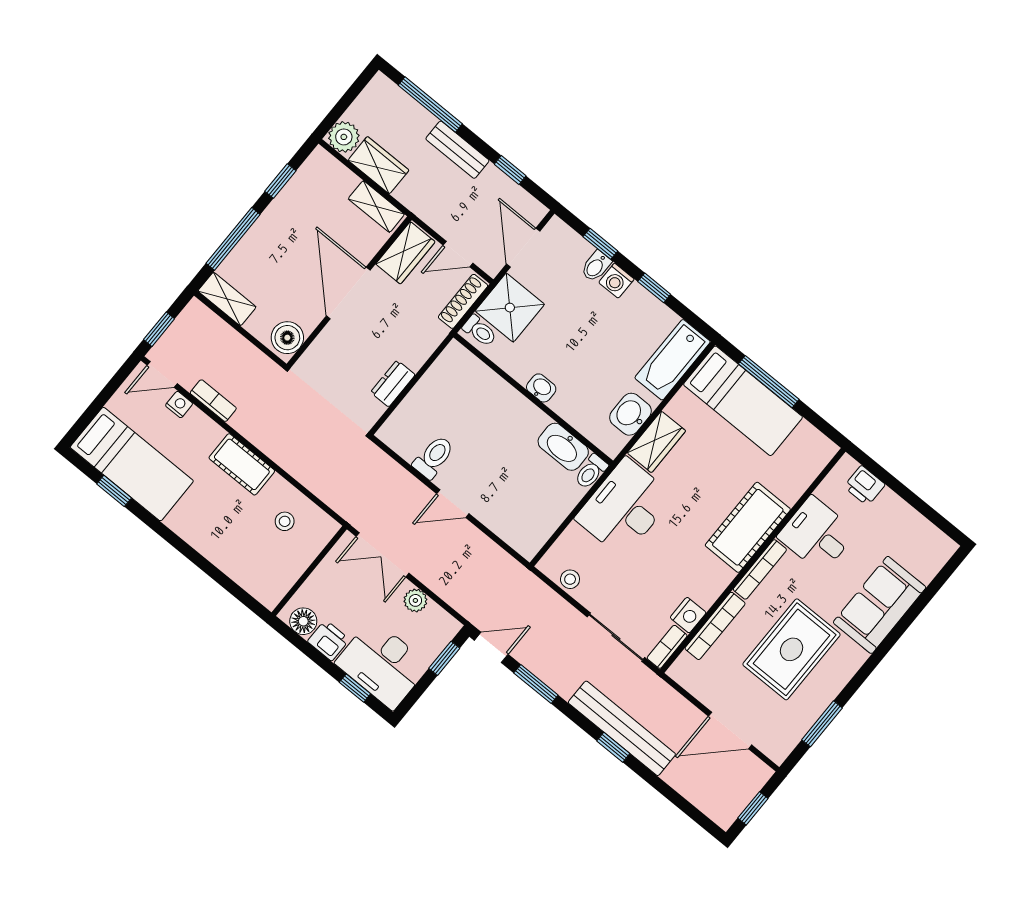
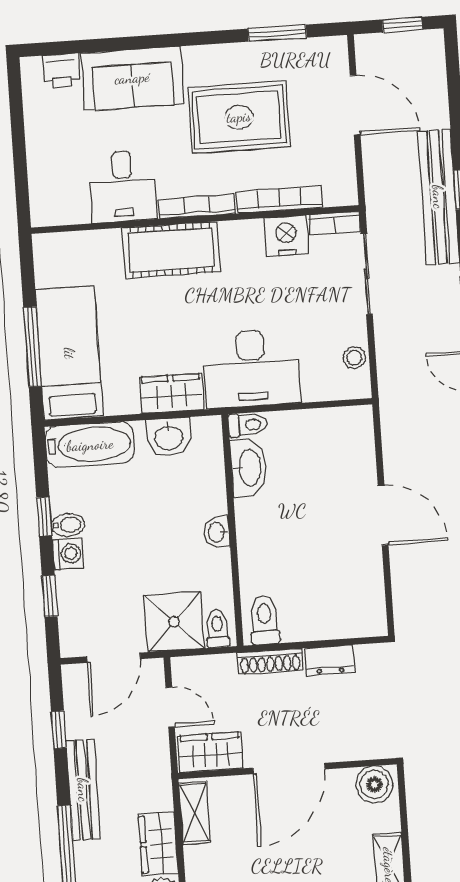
bench: (457, 150) -> (83, 790), width x1.36
bidet: (596, 266) -> (68, 525), moved
shoe rack: (463, 301) -> (270, 661), moved
toilet: (434, 457) -> (264, 620), moved, turned 90
printer: (864, 486) -> (61, 71), moved, turned 90
door: (453, 504) -> (383, 515), width x1.37
nightstand: (688, 615) -> (286, 236), width x1.36, depth x1.33

